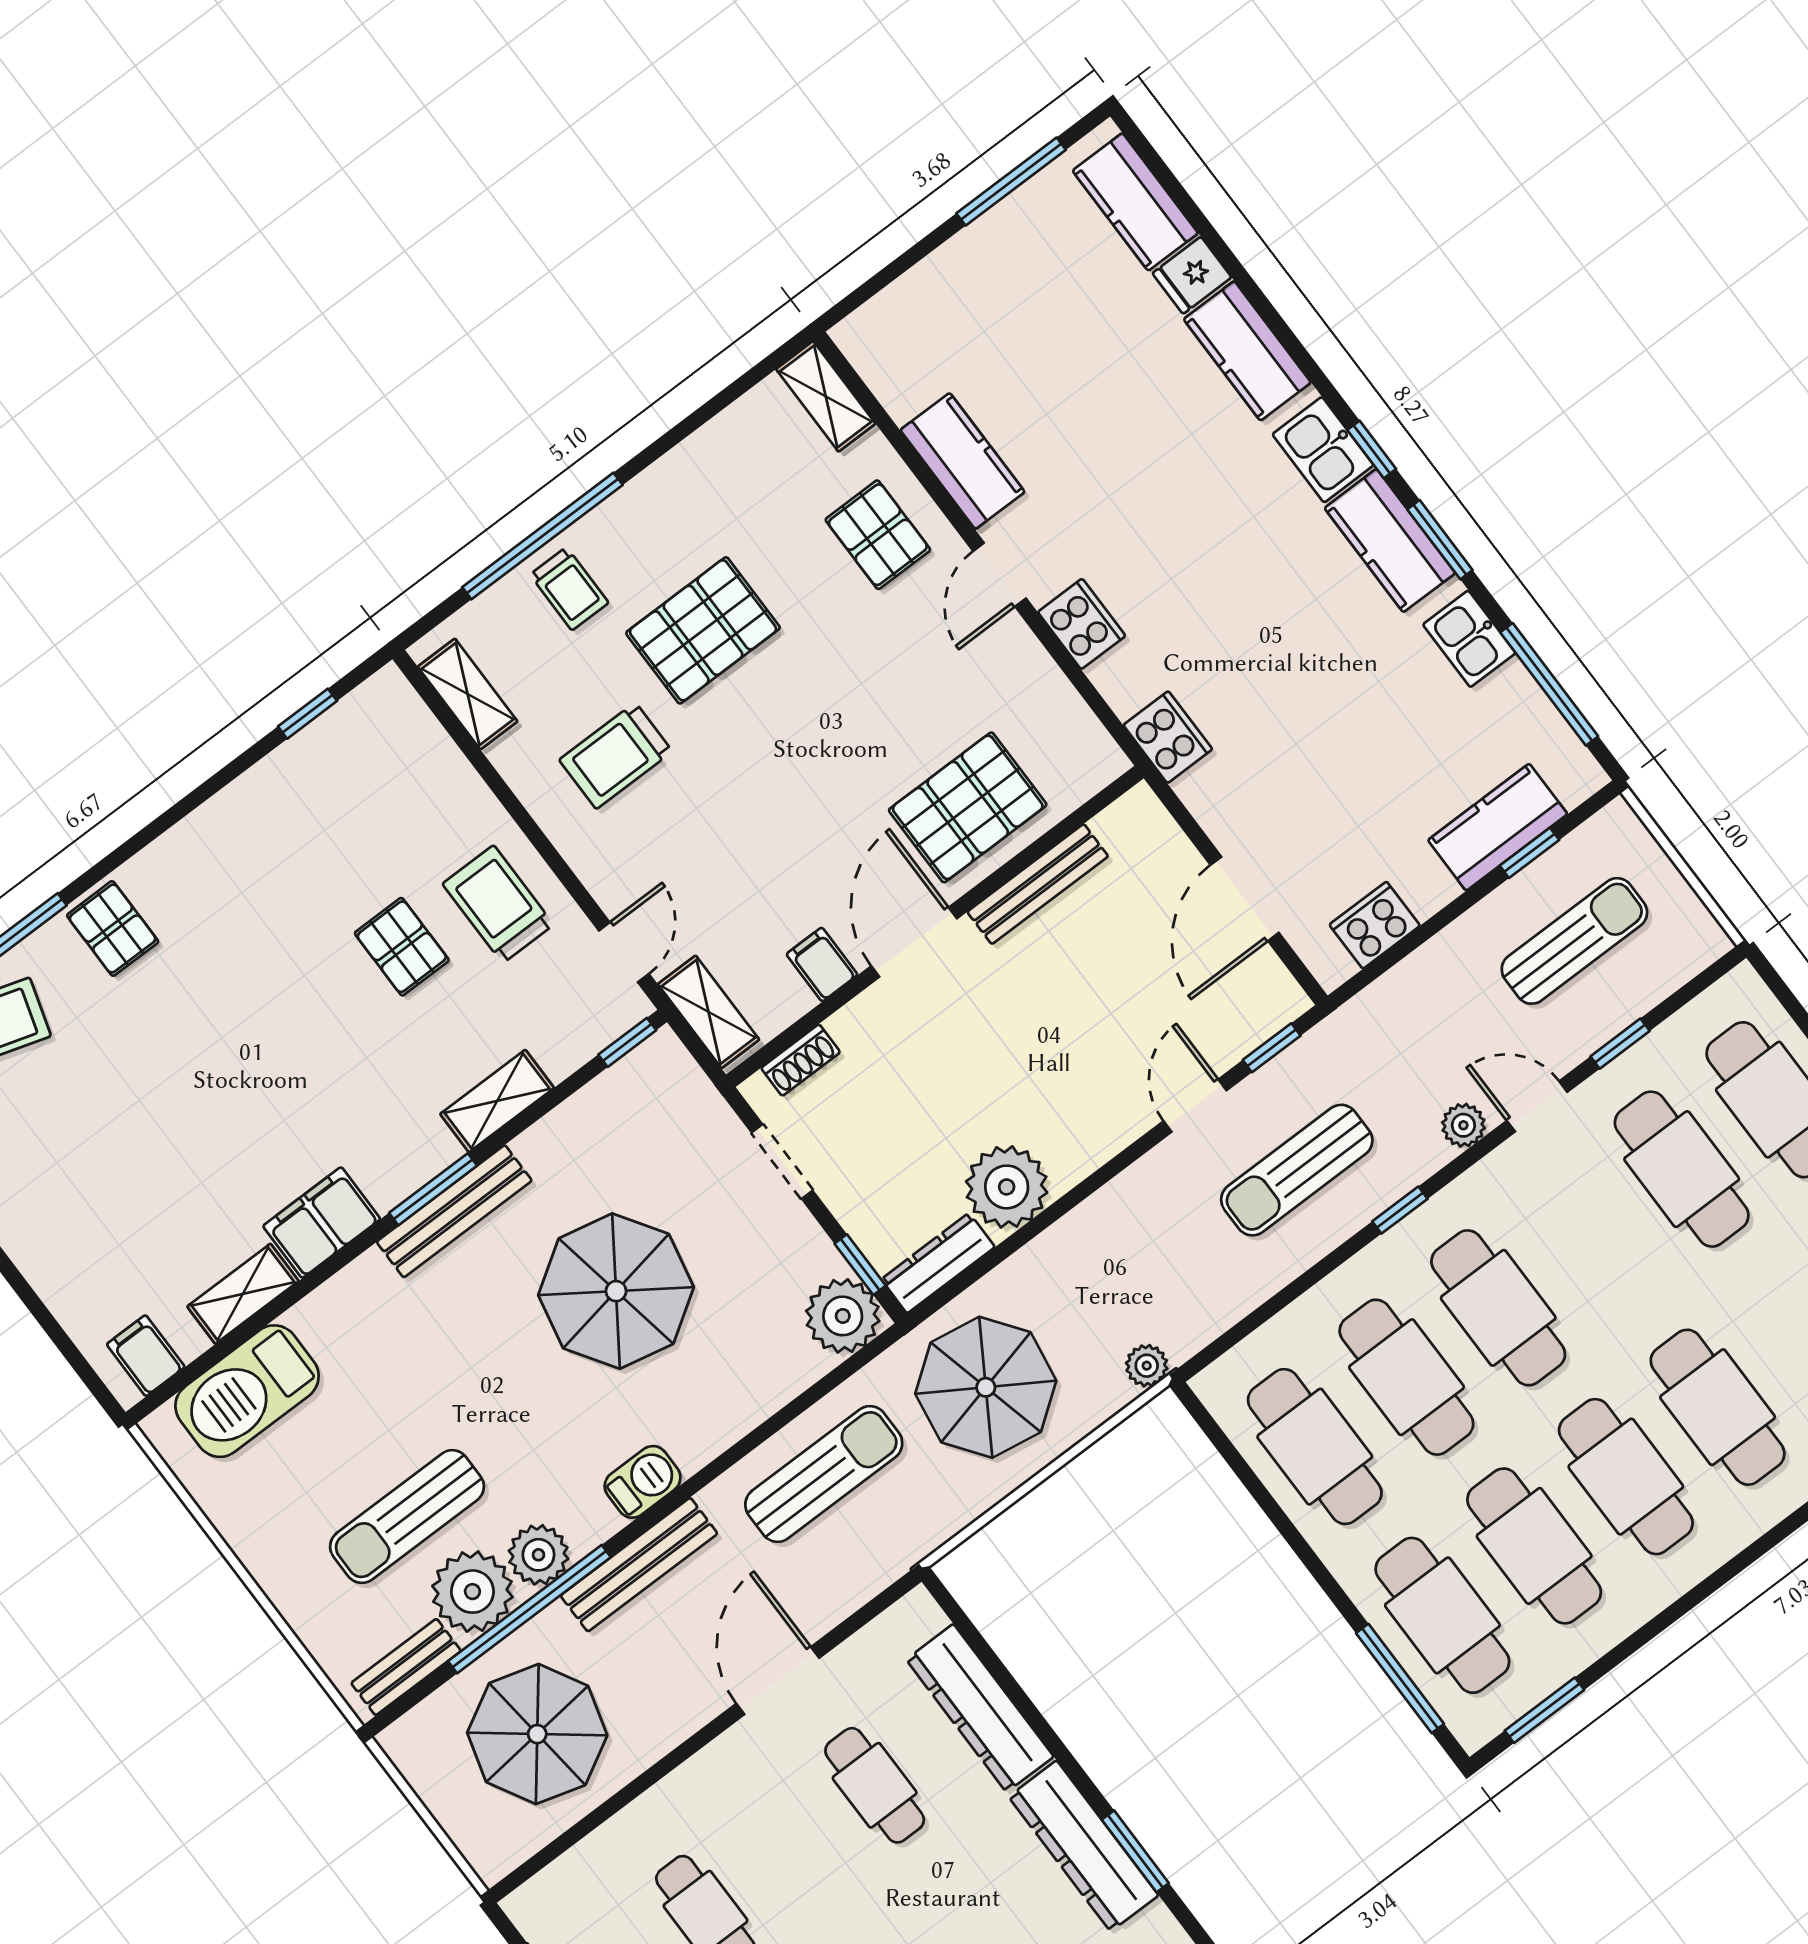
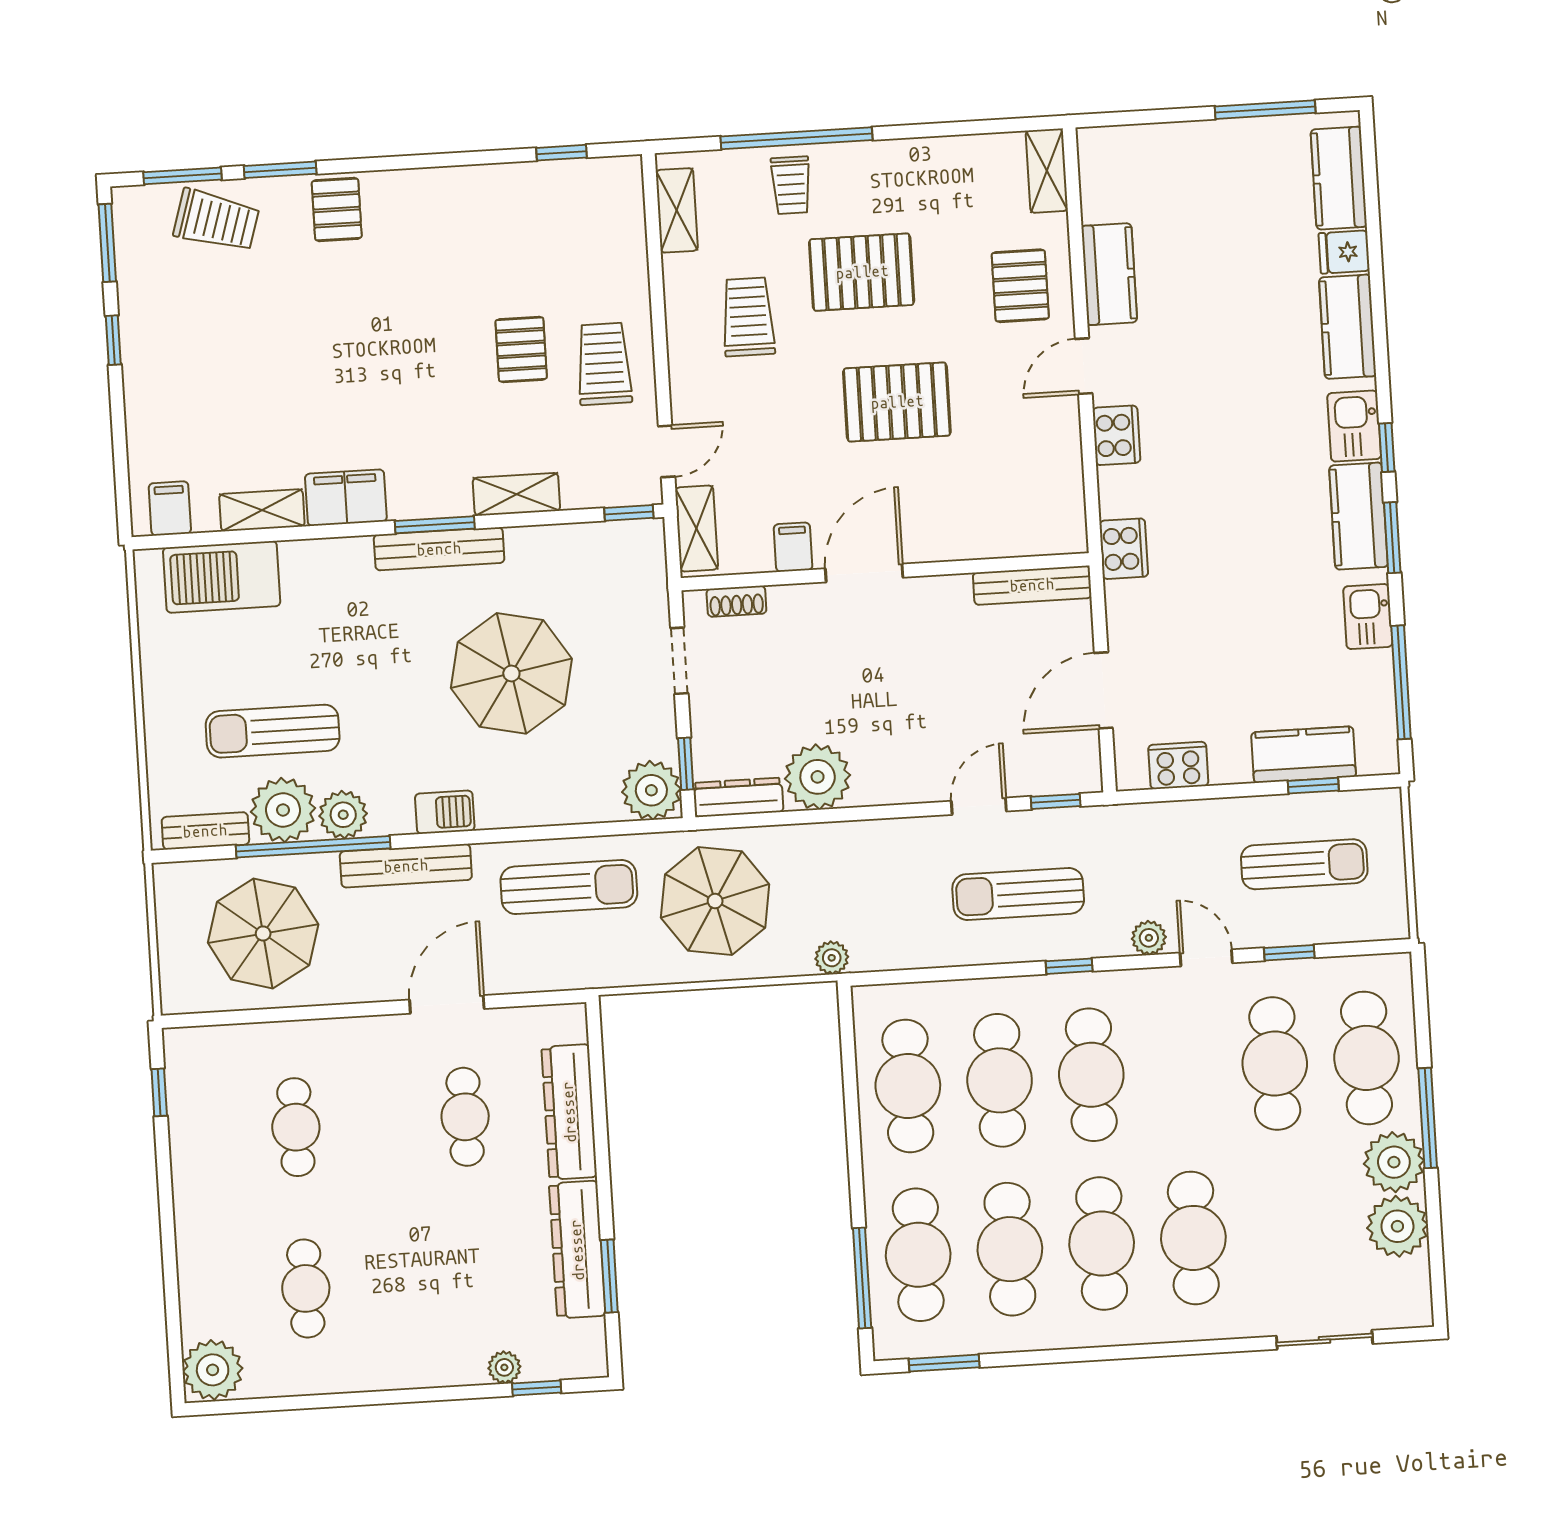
trolley: (616, 756) -> (748, 317), turned 90
pallet: (968, 807) -> (897, 402), moved
bench: (1038, 884) -> (1032, 585), moved

